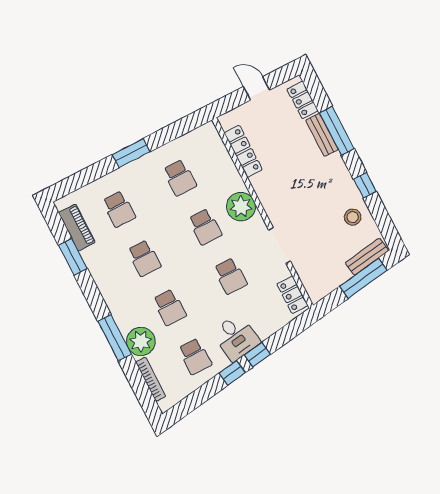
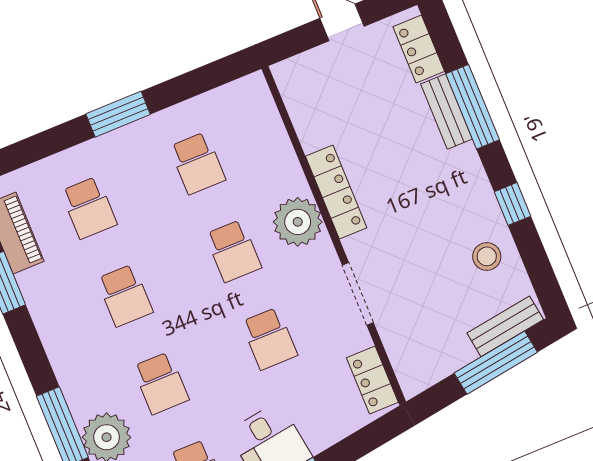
locker: (243, 151) -> (336, 192), moved

